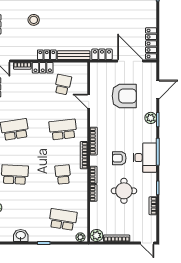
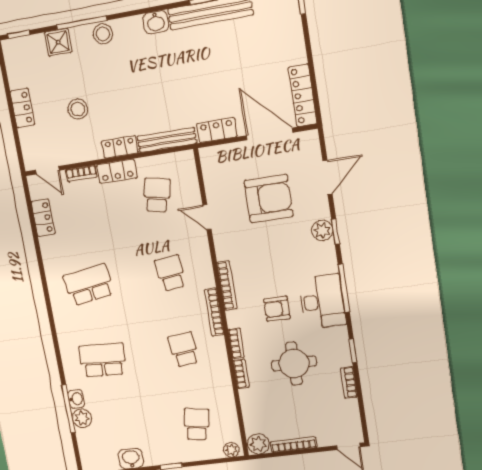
stool: (34, 20) -> (78, 109), moved
school desk: (63, 129) -> (170, 273), width x0.54
school desk: (63, 219) -> (197, 424), width x0.54

